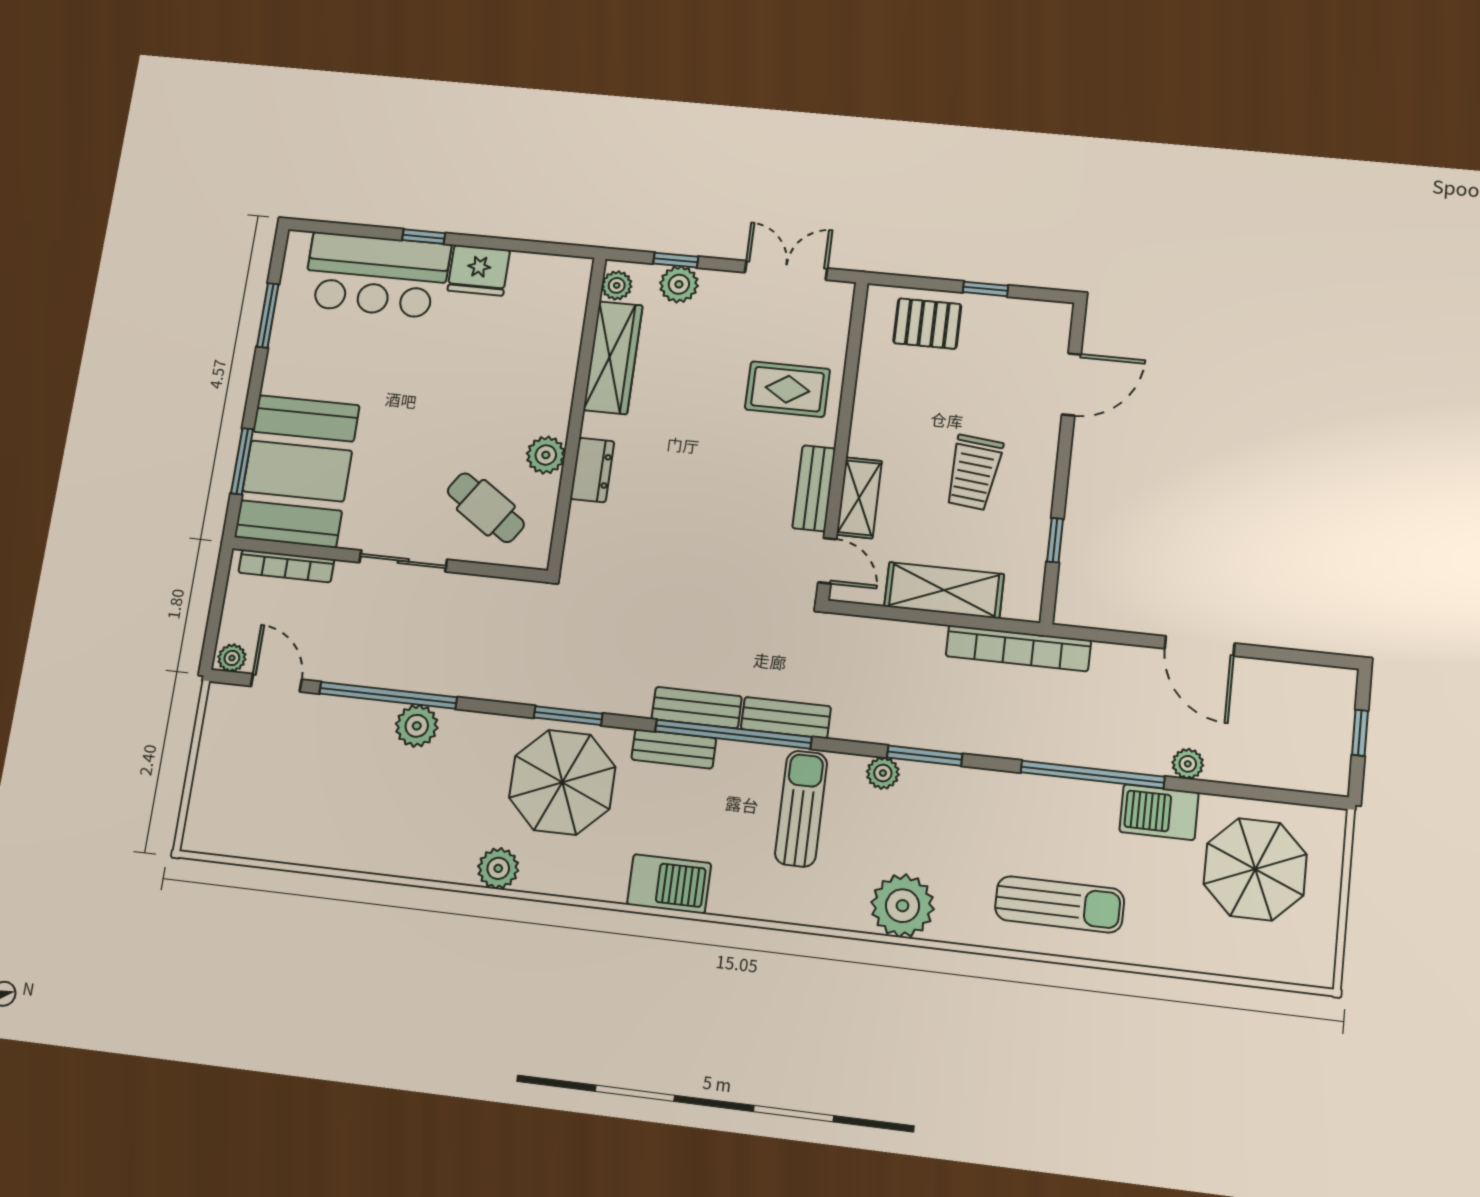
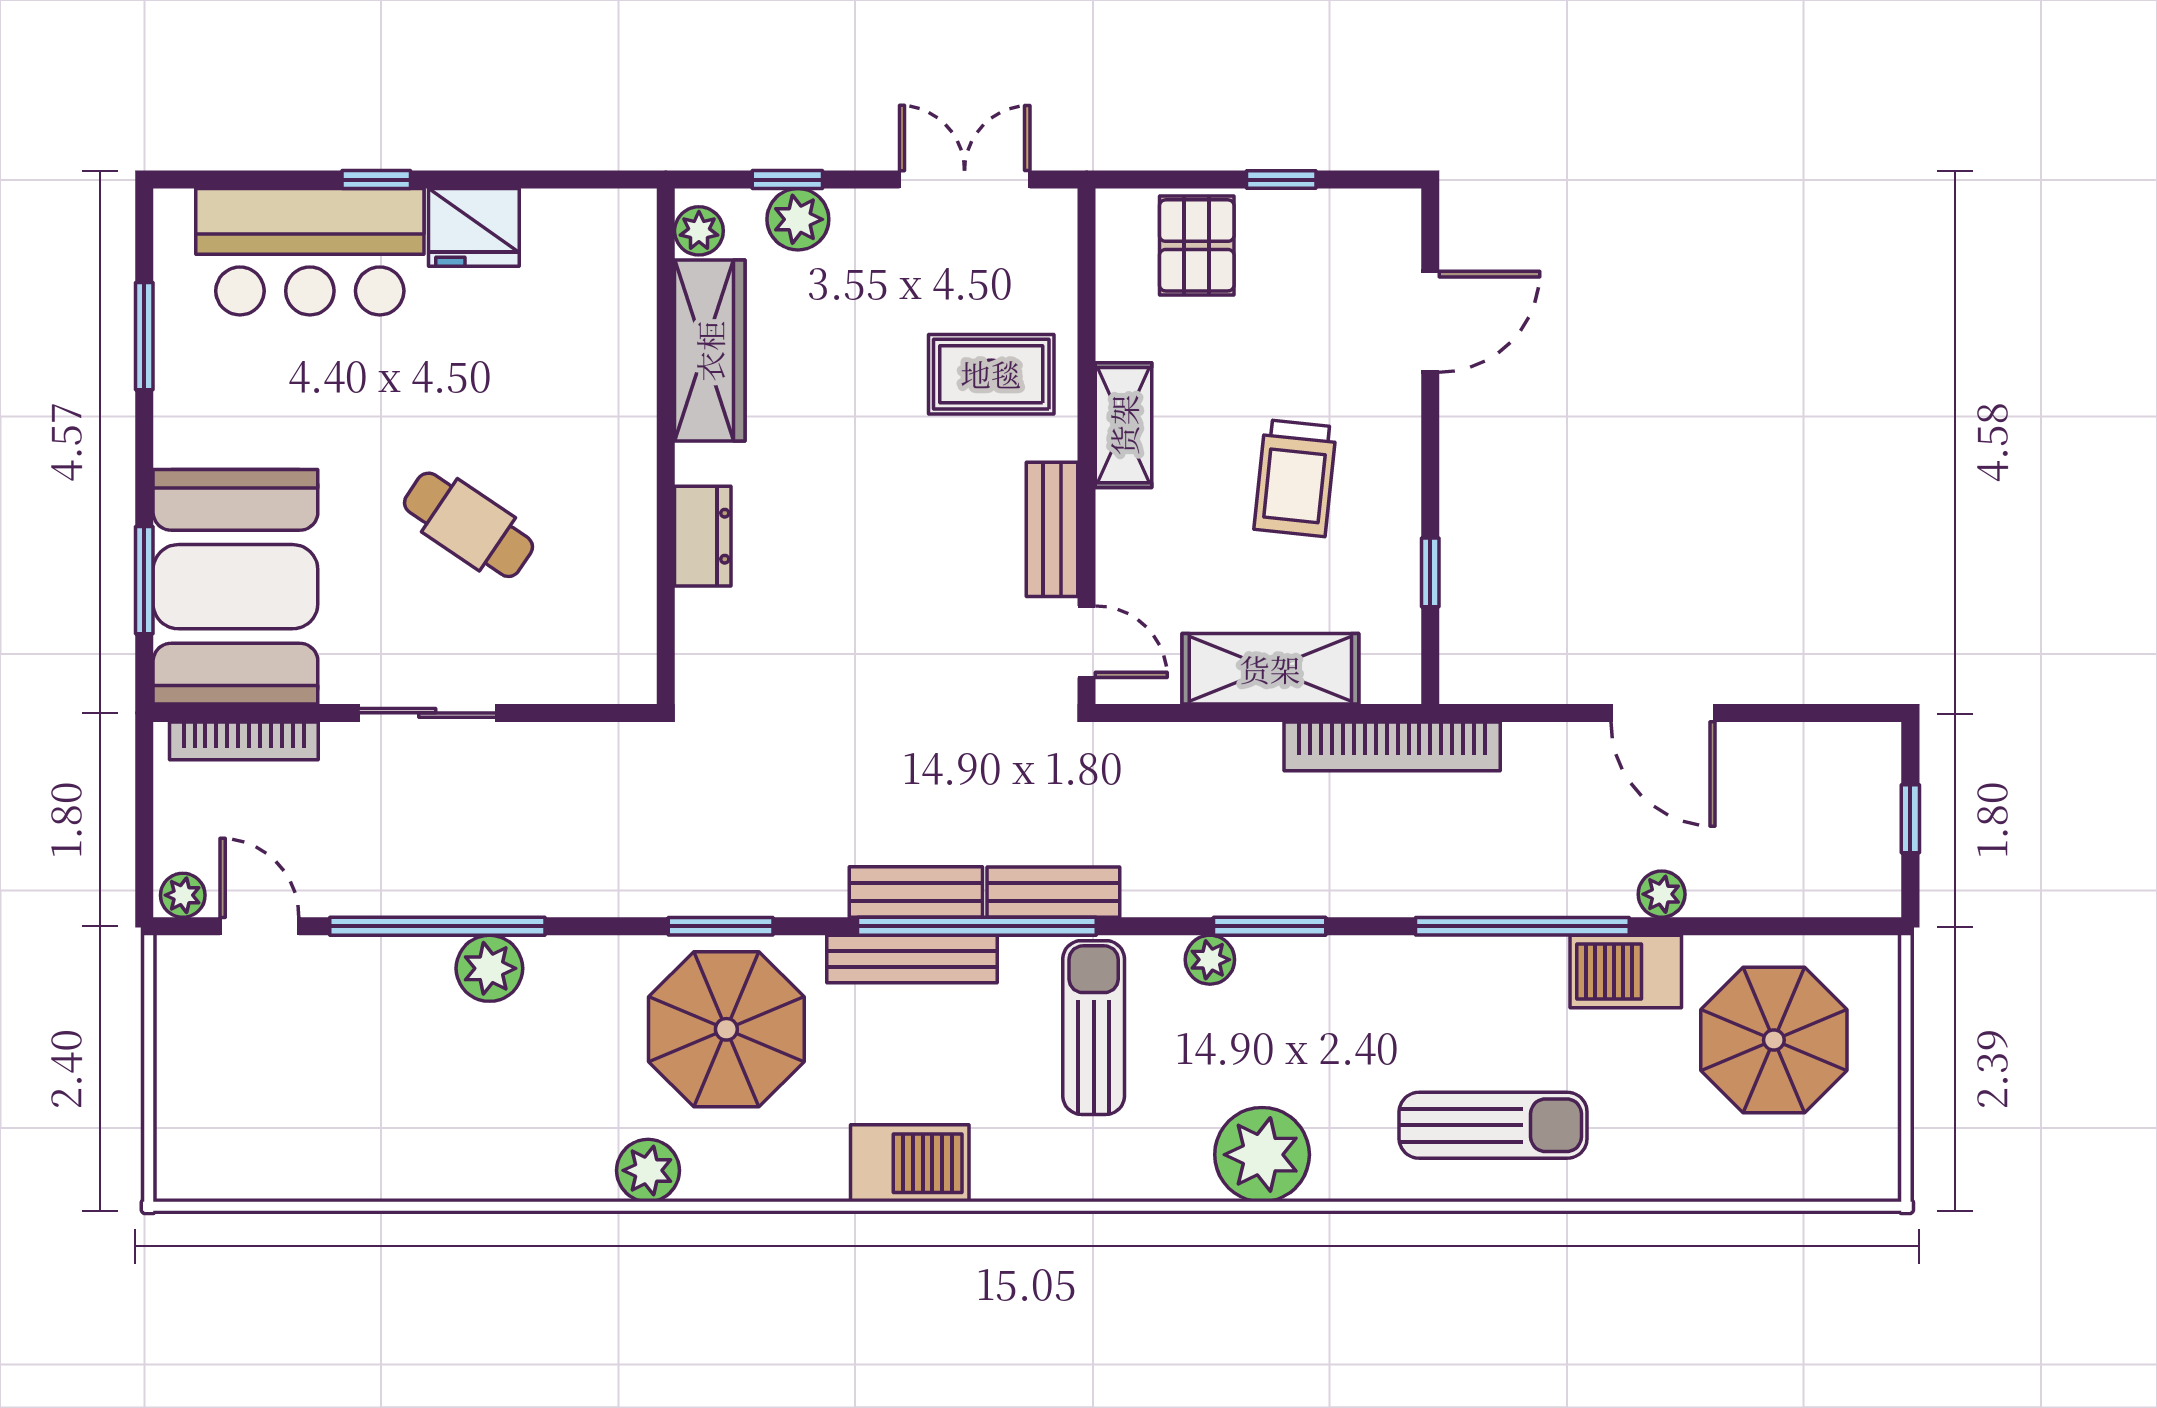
pallet: (927, 324) -> (1197, 245), turned 90
plant: (546, 455) -> (626, 520), removed
shelving: (859, 498) -> (1124, 425), moved
cafe table: (486, 508) -> (468, 525), moved
bench: (674, 749) -> (912, 959), width x1.36

